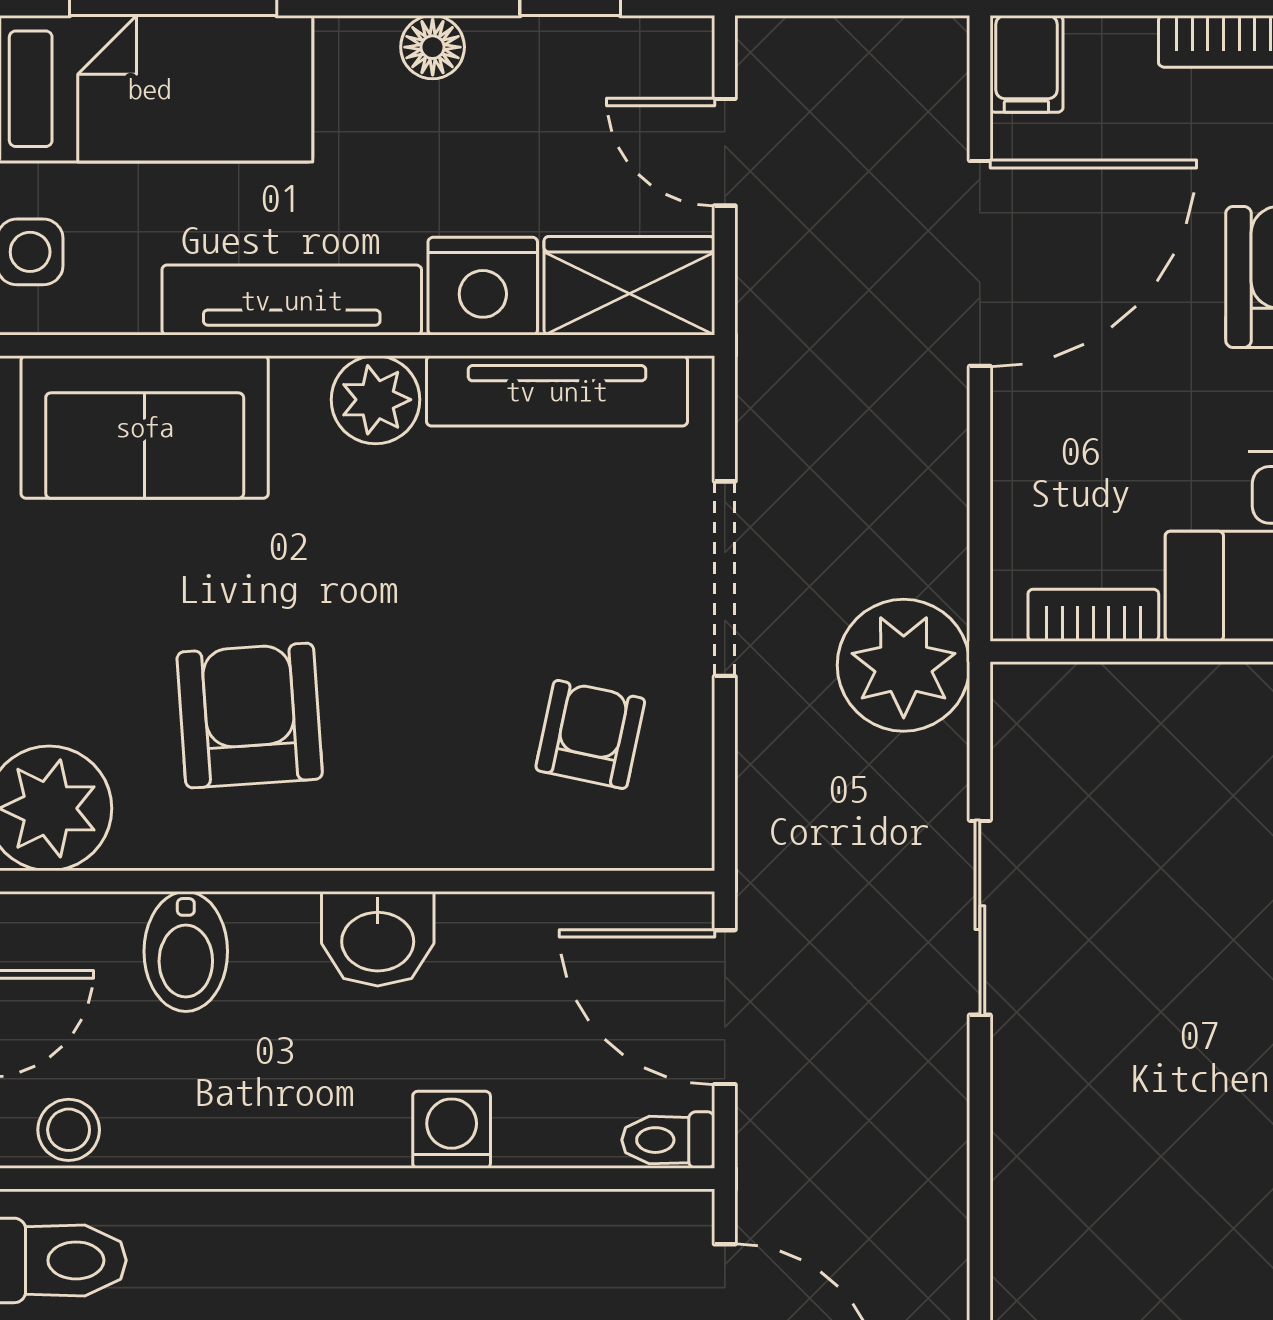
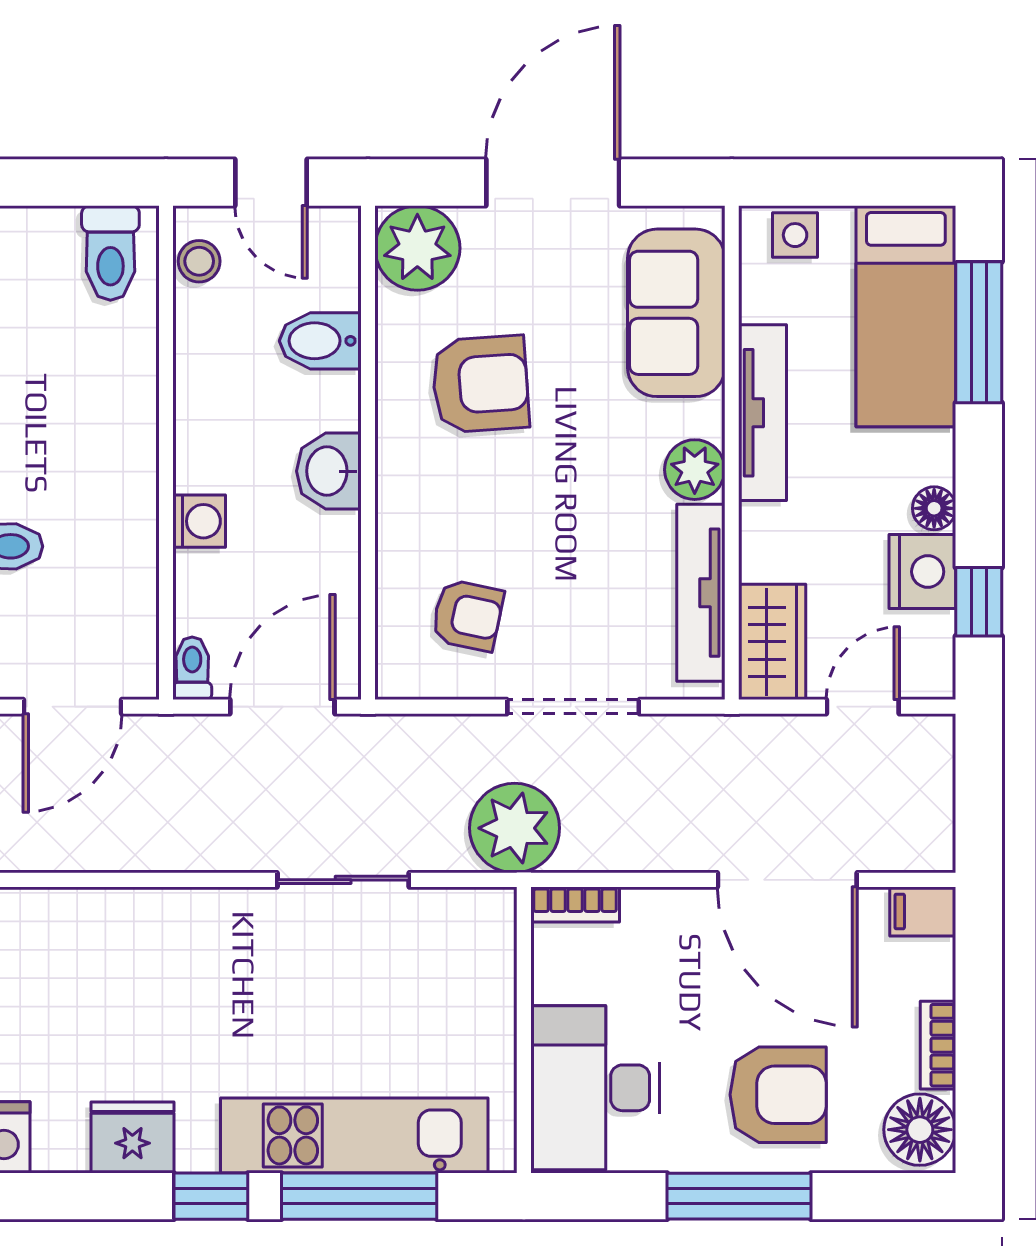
nightstand: (483, 286) -> (922, 572), moved, turned 180
bookcase: (1093, 615) -> (575, 904), moved, turned 90

